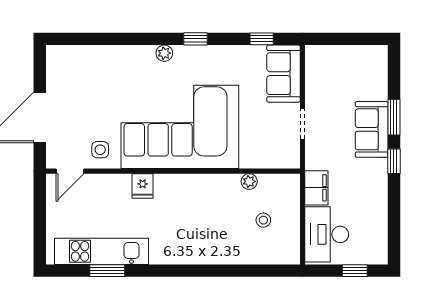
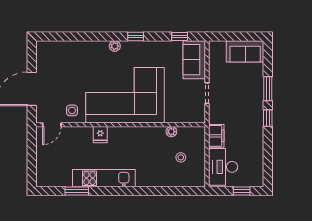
sofa: (372, 129) -> (245, 51), moved, turned -90
kitchen unit: (102, 251) -> (104, 178), moved

